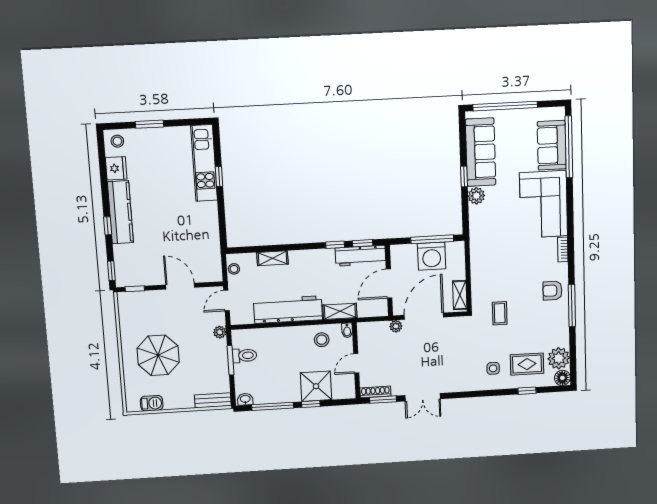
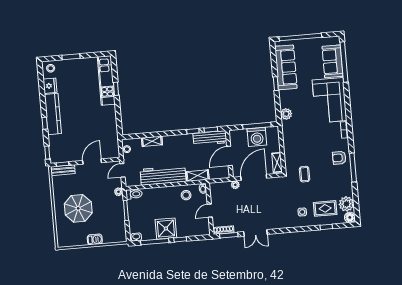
plant: (476, 196) -> (286, 114), moved
door: (180, 286) -> (92, 162), hinge flipped
toilet: (245, 355) -> (134, 194), moved
shower: (316, 386) -> (166, 229), moved
bench: (213, 400) -> (63, 170), moved
barbecue: (152, 403) -> (95, 239), moved

